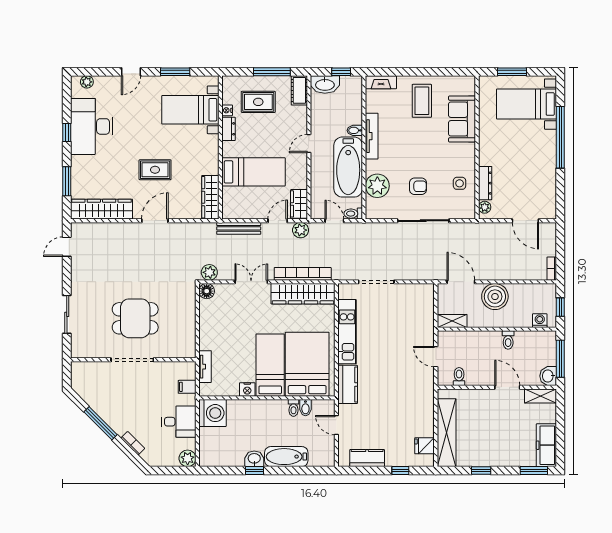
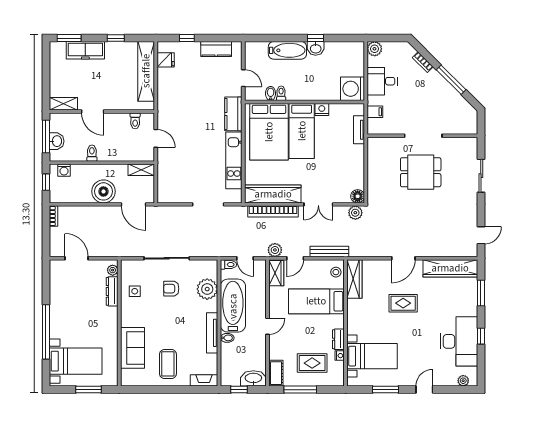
stool: (231, 205) -> (336, 272), added
washbasin: (548, 376) -> (57, 141), moved
freezer: (546, 445) -> (85, 50), moved, turned 90

